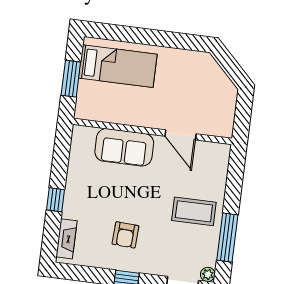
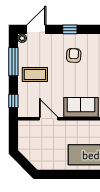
window: (236, 172) -> (13, 101), added

